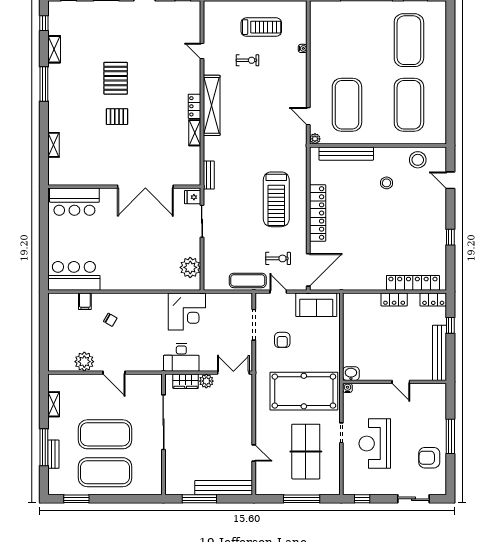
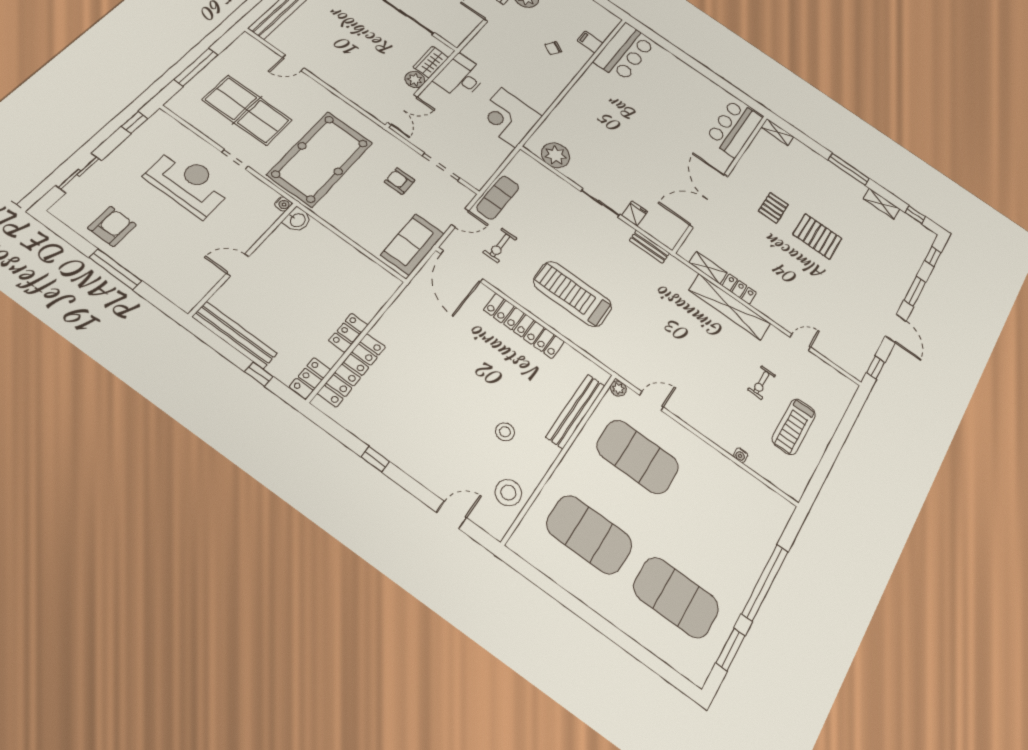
wall: (124, 187) -> (722, 182), moved
double door: (145, 187) -> (709, 201), moved
bar counter: (74, 202) -> (734, 128), moved

